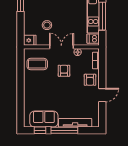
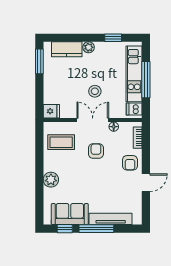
stool: (47, 25) -> (95, 91), moved
plant: (29, 93) -> (51, 180), added

